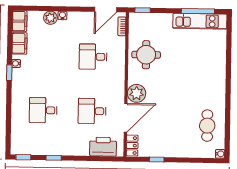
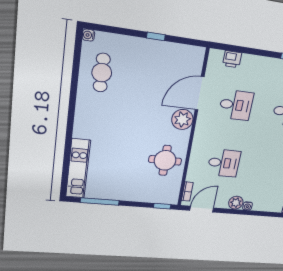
plant: (50, 18) -> (236, 203), moved
kitchen unit: (200, 21) -> (78, 169), moved, turned 90
locker: (132, 146) -> (197, 60), removed
printer: (103, 147) -> (232, 59), width x0.53, depth x0.68
window: (157, 160) -> (156, 36), moved

